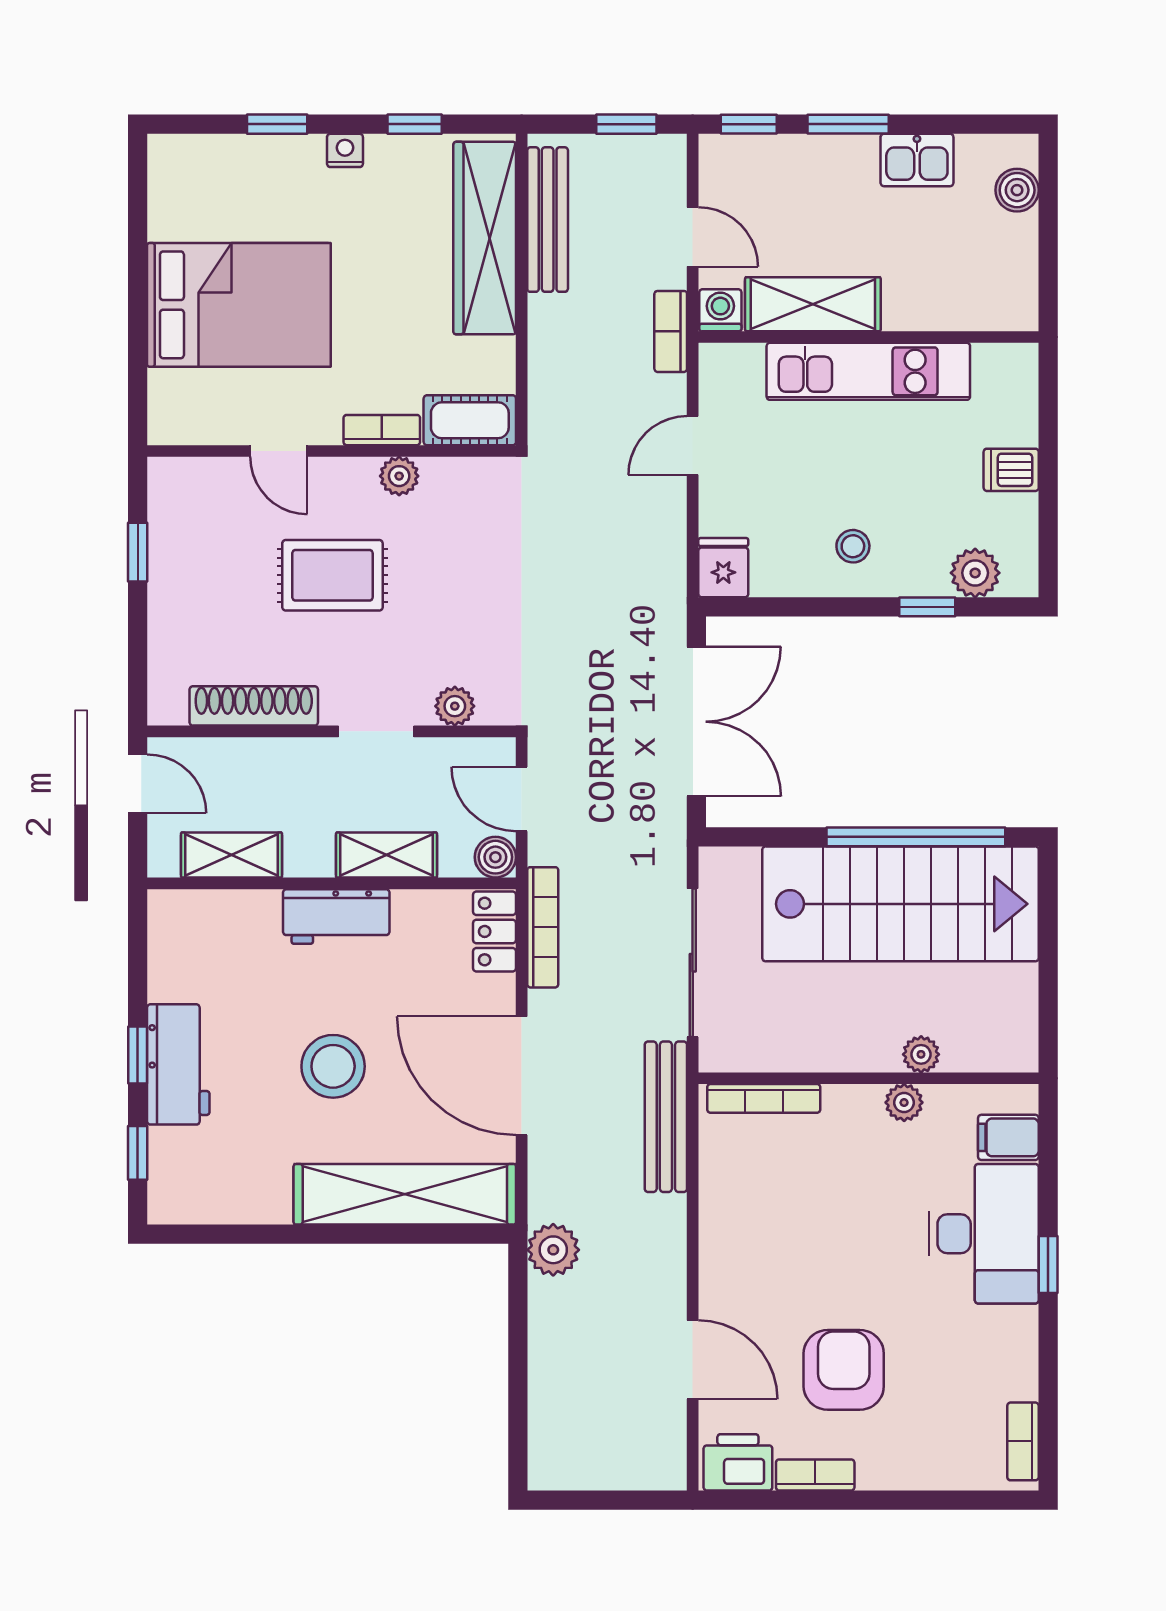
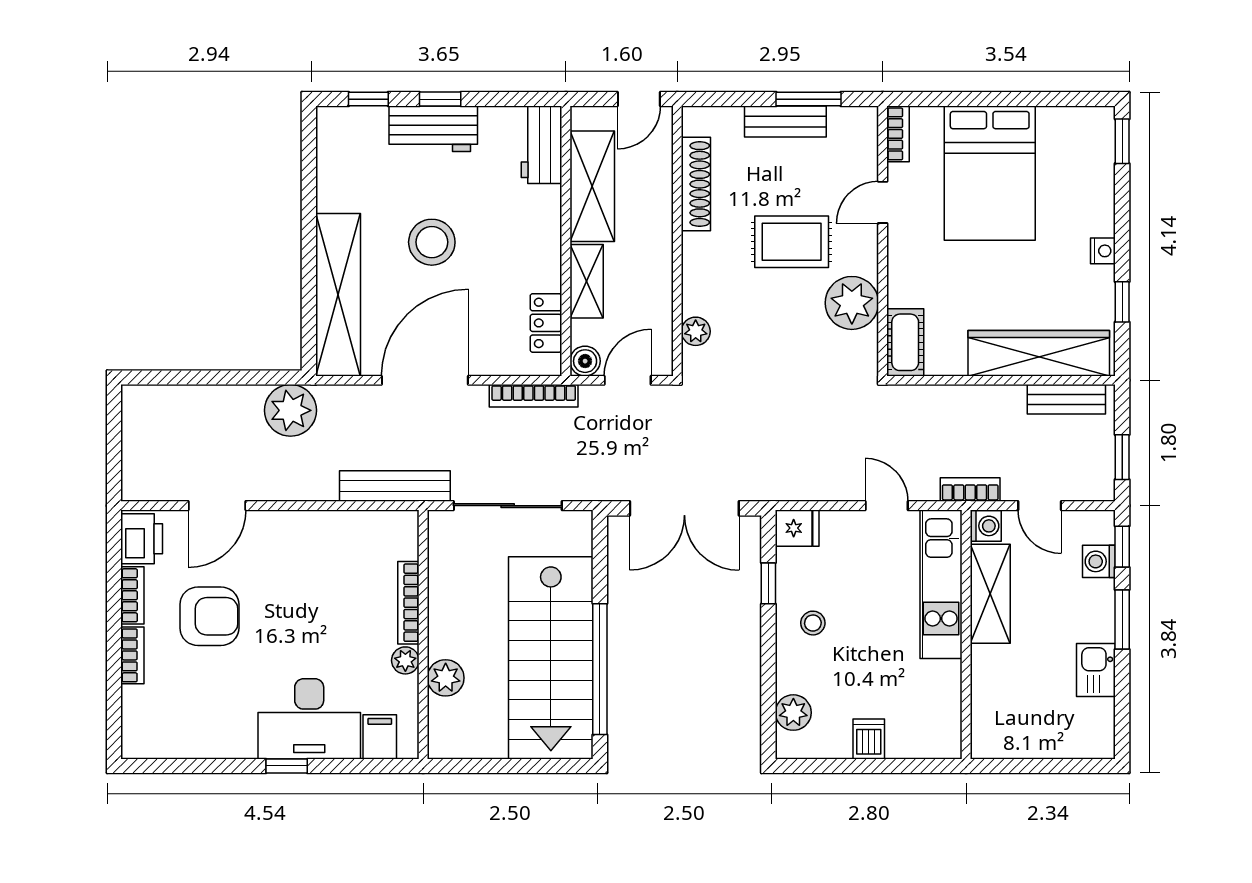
window: (277, 124) -> (1122, 141), moved
washing machine: (769, 156) -> (1099, 561), added
boiler: (1017, 190) -> (1074, 743), removed
bench: (548, 220) -> (1066, 399), width x0.73
door: (693, 237) -> (1040, 506), hinge flipped
kitchen unit: (868, 371) -> (941, 584), moved
bookcase: (382, 430) -> (898, 134), moved
plant: (399, 476) -> (852, 303), width x1.88, depth x1.88
window: (138, 552) -> (809, 99), width x1.50
rug: (332, 575) -> (792, 242), turned 90
bench: (168, 584) -> (785, 122), added
window: (927, 607) -> (768, 583), moved
doorway: (376, 731) -> (677, 274), removed
shelving: (232, 855) -> (592, 186), width x1.50, depth x1.33
workbench: (336, 917) -> (542, 145), moved
locker: (494, 931) -> (546, 323), moved, turned -90
plant: (921, 1054) -> (446, 678), width x1.38, depth x1.38
bookcase: (764, 1098) -> (408, 603), moved
plant: (553, 1250) -> (290, 410), width x1.36, depth x1.36
bookcase: (1023, 1441) -> (132, 655), moved, turned 90

